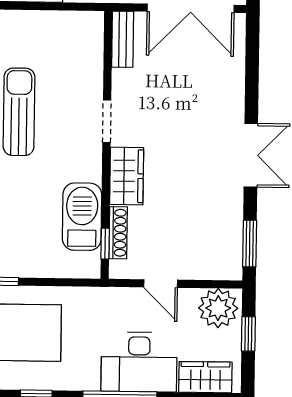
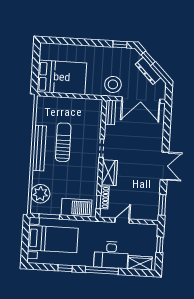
barbecue: (82, 217) -> (76, 208), moved, turned 90
door: (161, 284) -> (122, 221), swing flipped
plant: (218, 308) -> (147, 233), removed

